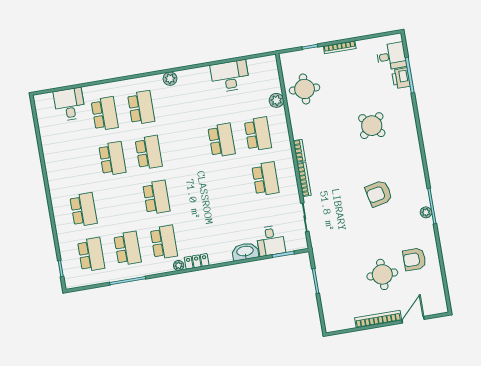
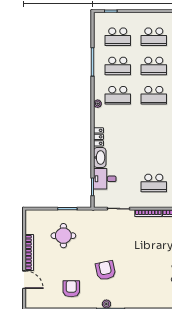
armchair: (379, 194) -> (106, 270), moved
school desk: (120, 203) -> (154, 66), added
locker: (197, 261) -> (98, 137), moved
round table: (382, 274) -> (63, 236), moved

